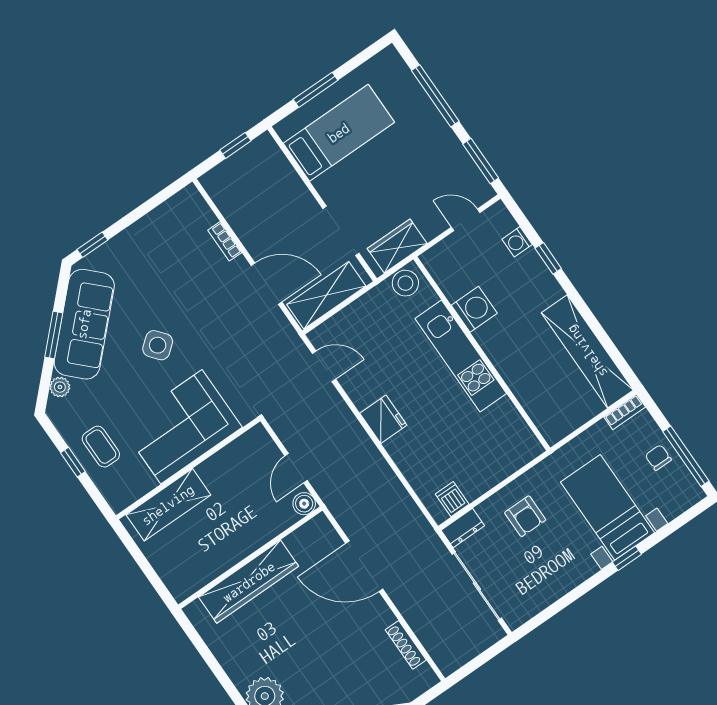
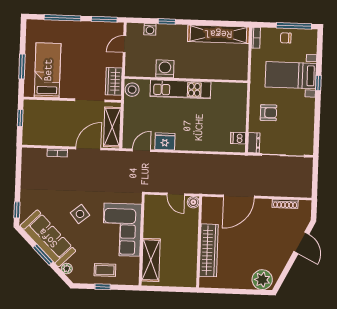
fridge: (383, 419) -> (165, 141), moved

